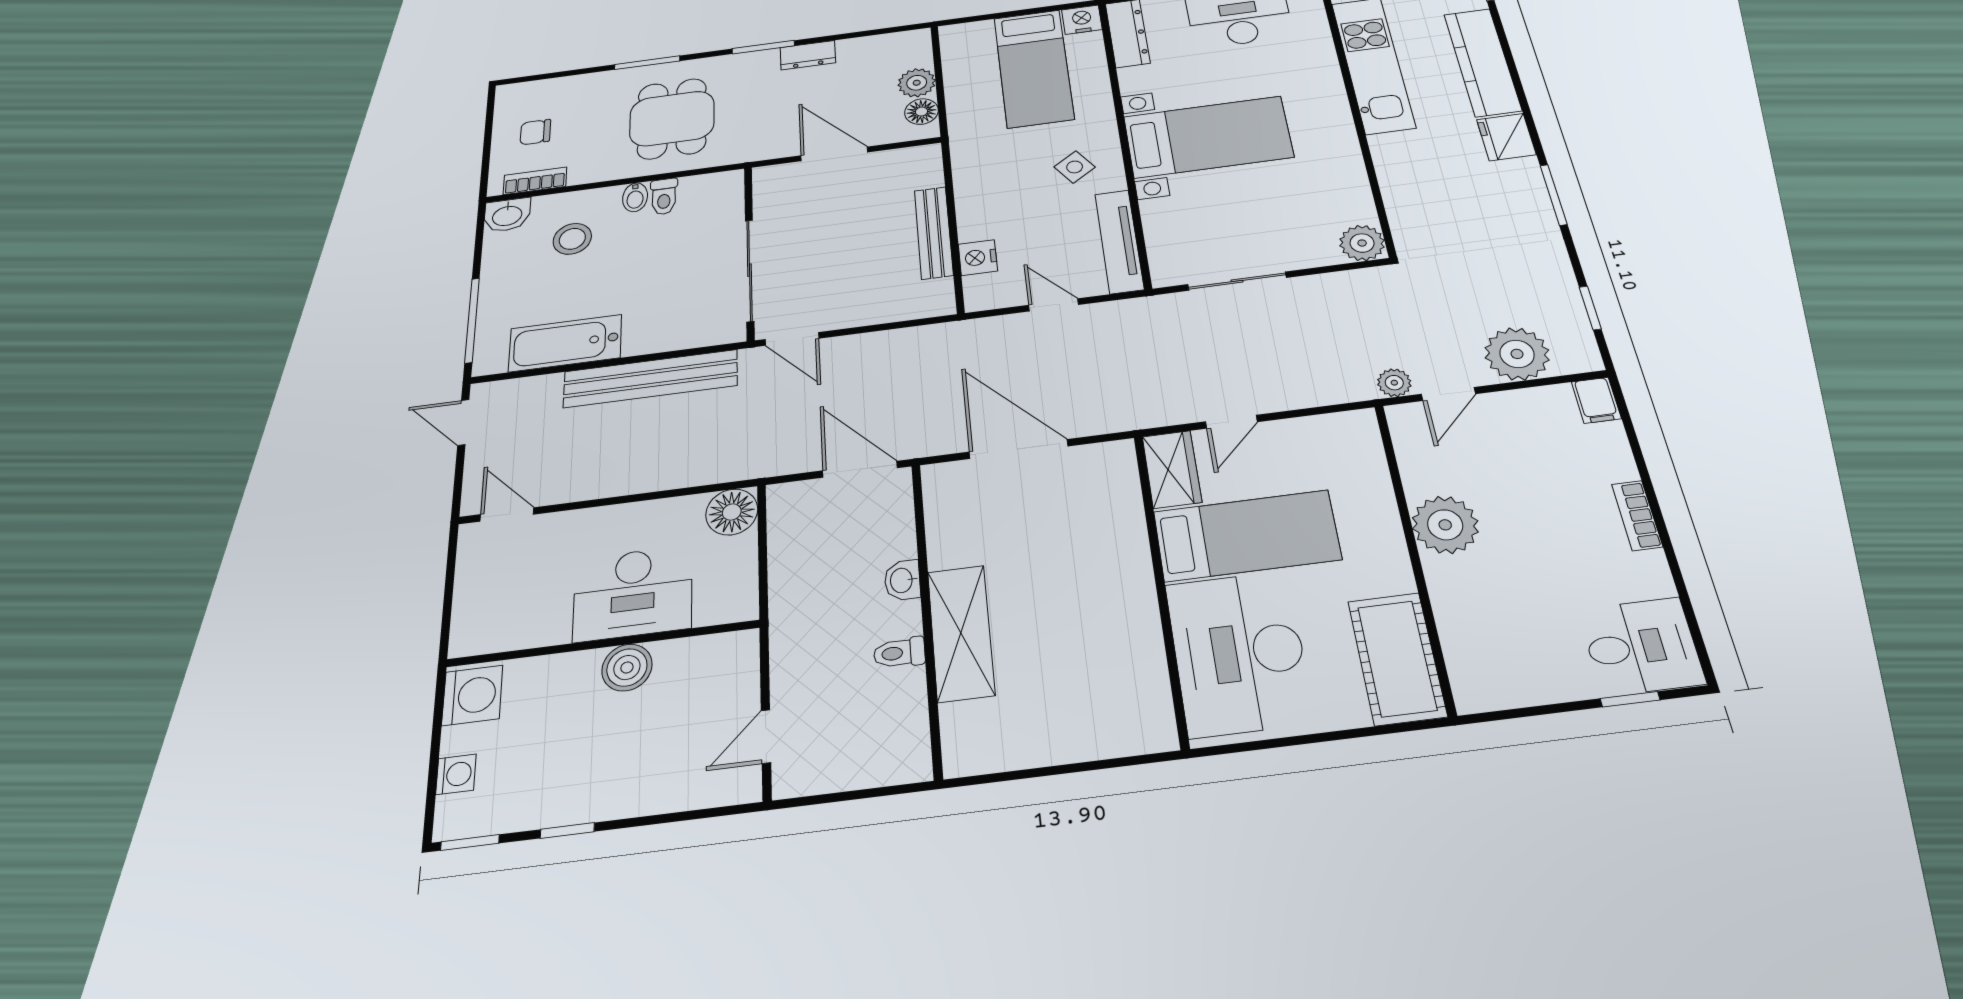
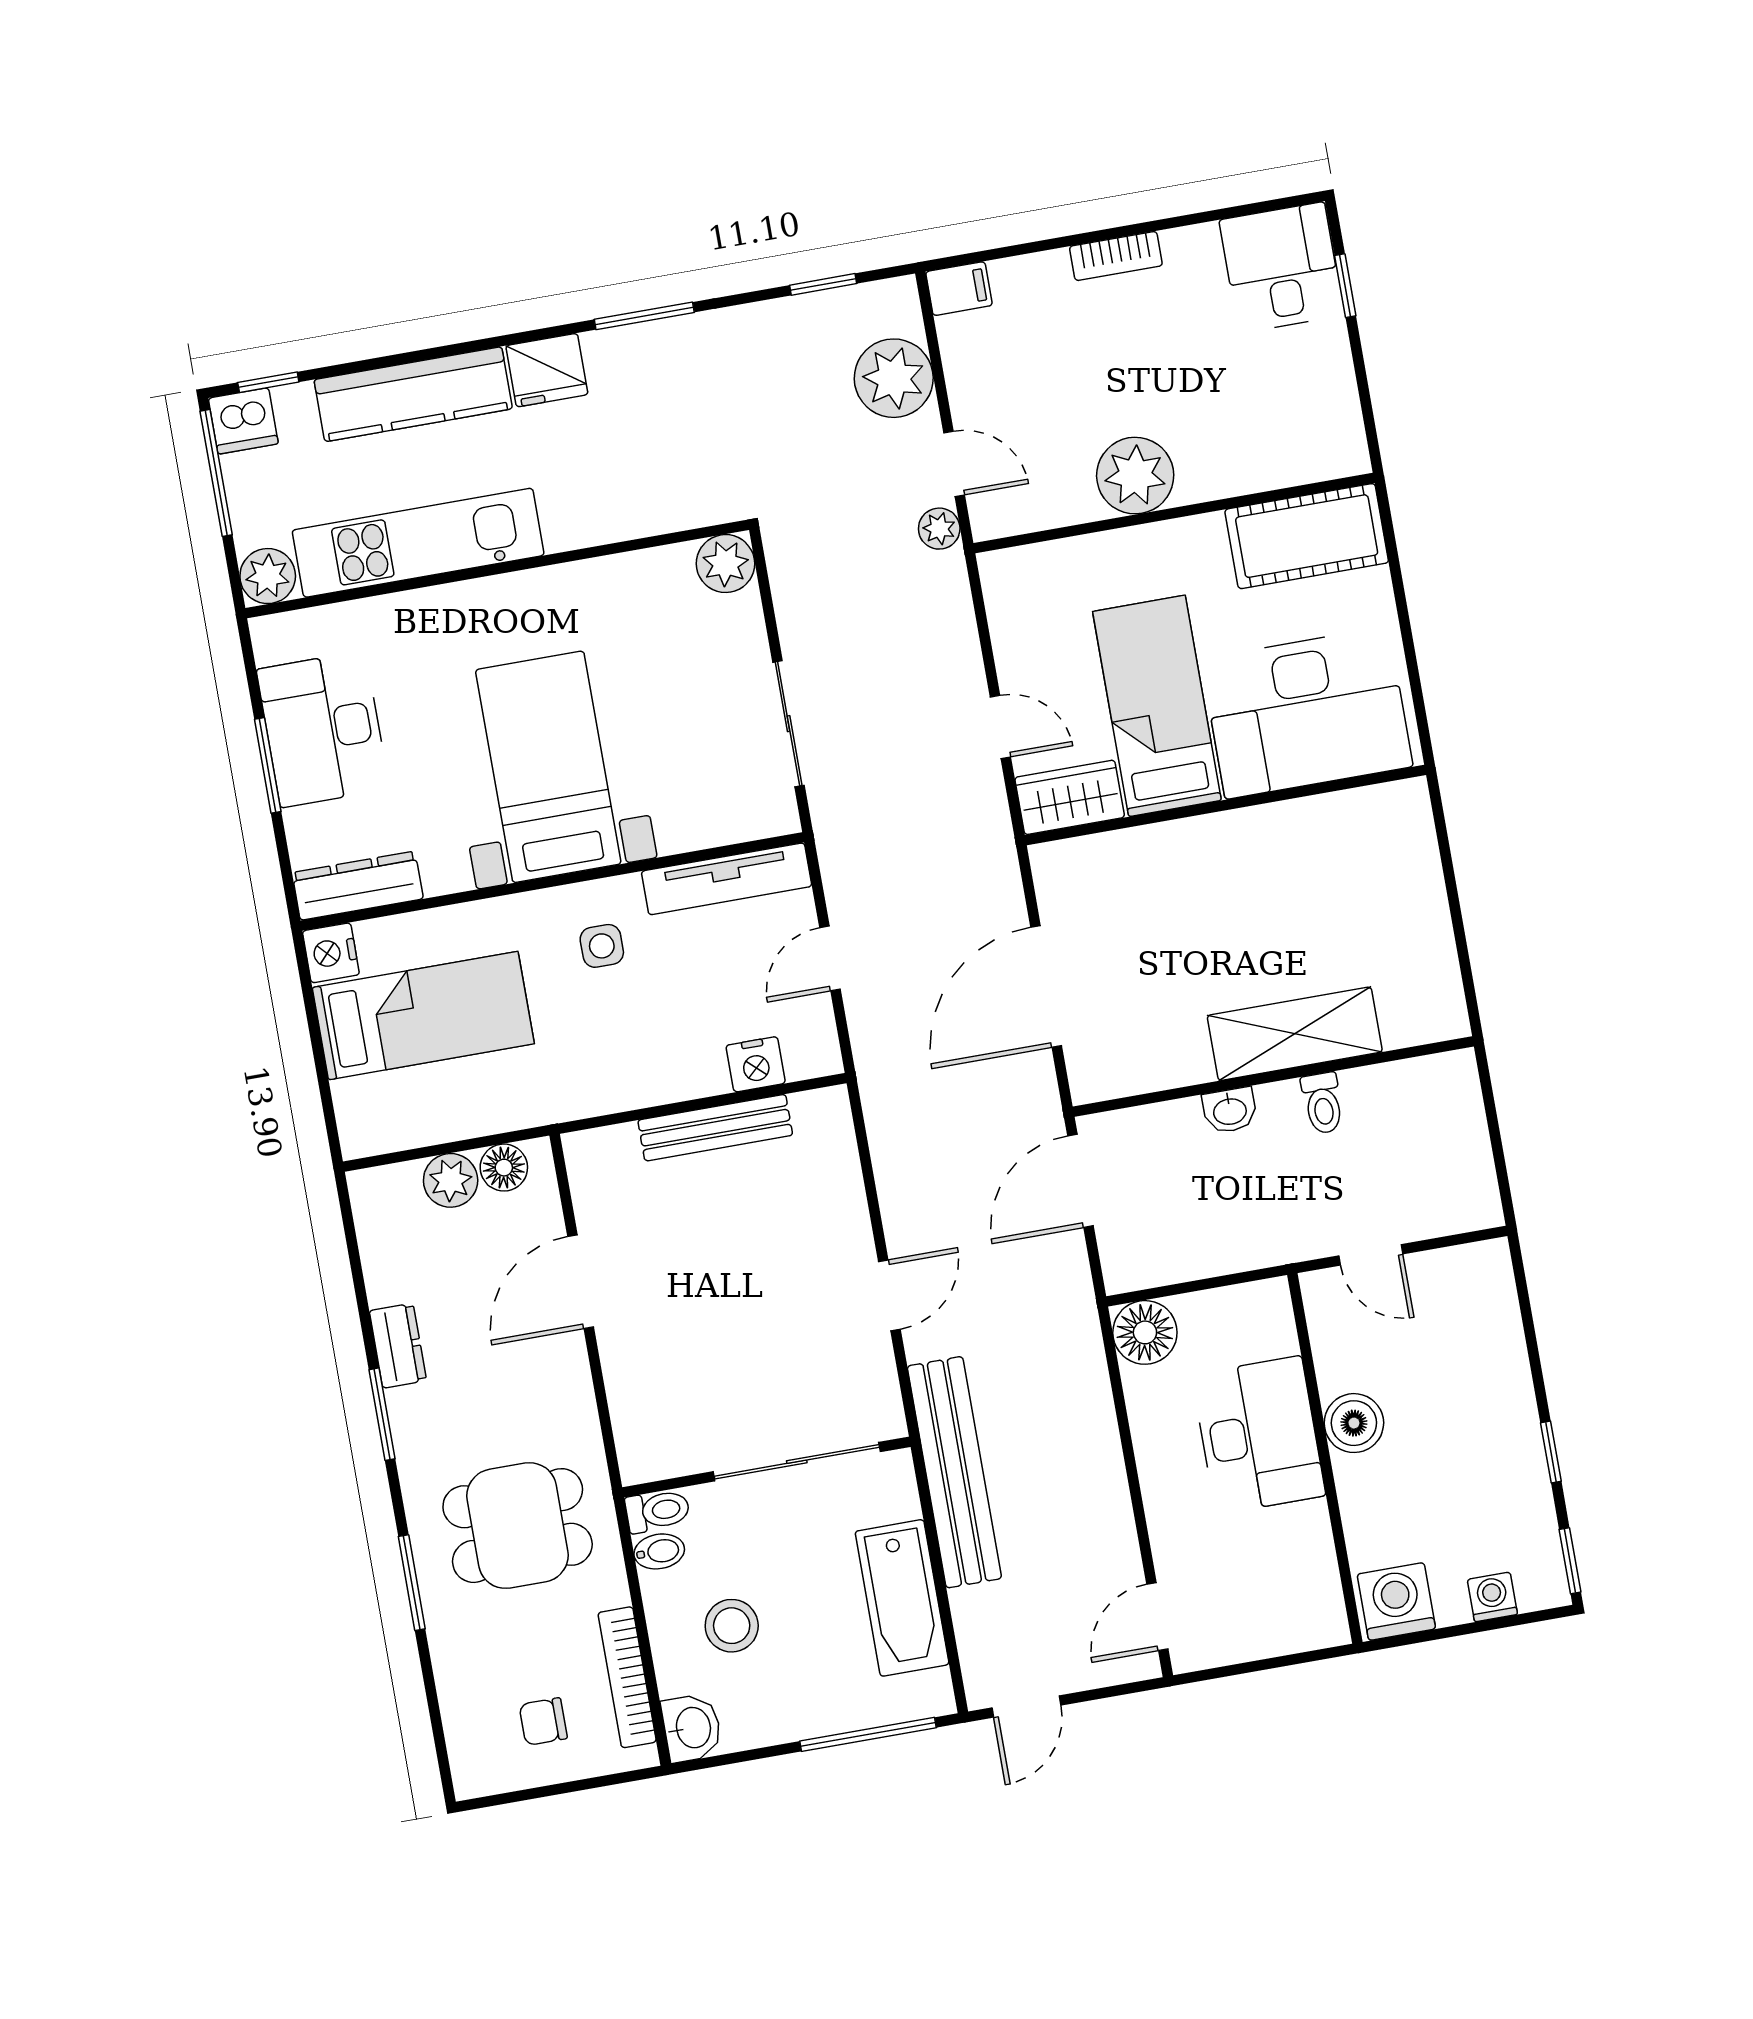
chair: (535, 132) -> (543, 1722), turned 90
side table: (1075, 167) -> (602, 946), turned 35
bookcase: (535, 181) -> (627, 1677), width x1.56
wall: (749, 252) -> (766, 1467), moved
sliding door: (750, 270) -> (797, 1462), moved
door: (766, 737) -> (1371, 1255), moved

